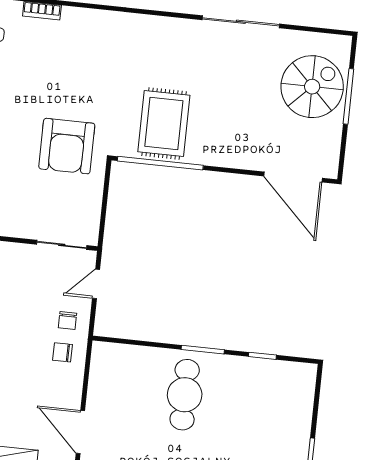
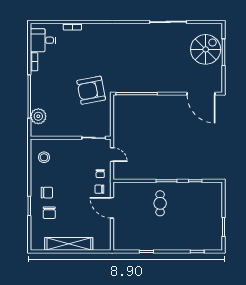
rug: (164, 124) -> (136, 75), removed
armchair: (67, 146) -> (91, 90), turned 79
door: (96, 284) -> (112, 155), swing flipped
cafe table: (185, 395) -> (160, 203), width x0.73, depth x0.74
door: (80, 432) -> (112, 208), moved

